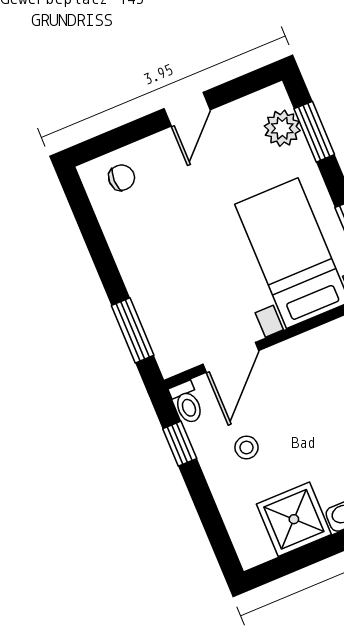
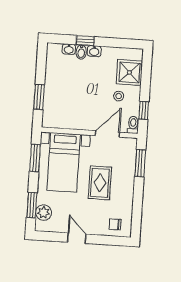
door: (187, 109) -> (77, 238), hinge flipped
rug: (196, 248) -> (100, 183), added
shower: (294, 519) -> (129, 72), moved

